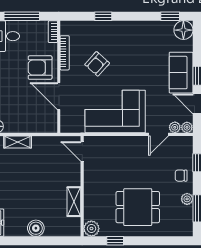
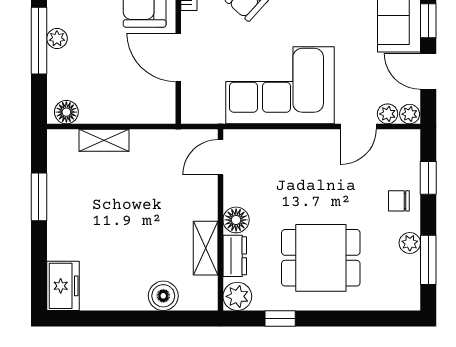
door: (82, 151) -> (220, 157), hinge flipped
floor lamp: (91, 186) -> (236, 220), added
dresser: (90, 206) -> (235, 256), added
boiler: (36, 228) -> (163, 296), moved

